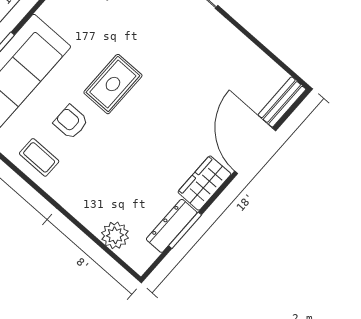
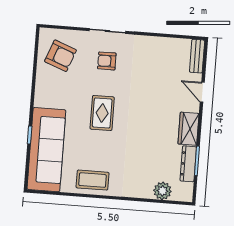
armchair: (71, 122) -> (107, 61), moved
door: (255, 151) -> (202, 92), width x0.53
coffee table: (39, 157) -> (93, 180), width x1.36, depth x1.30

